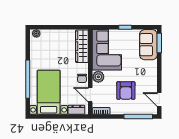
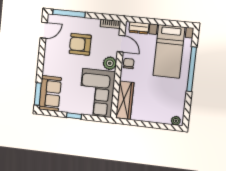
armchair: (126, 91) -> (80, 44), turned -90
door: (159, 100) -> (44, 30), hinge flipped

